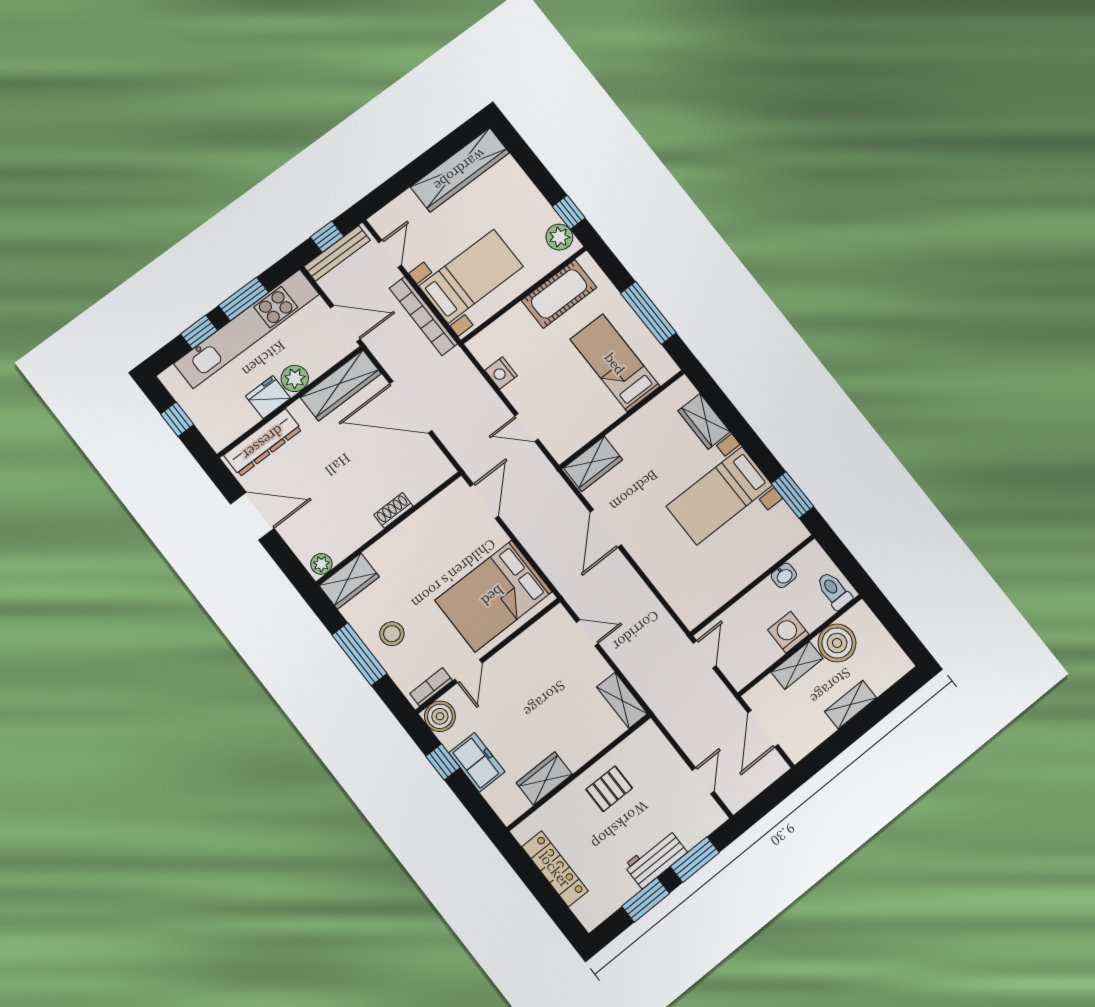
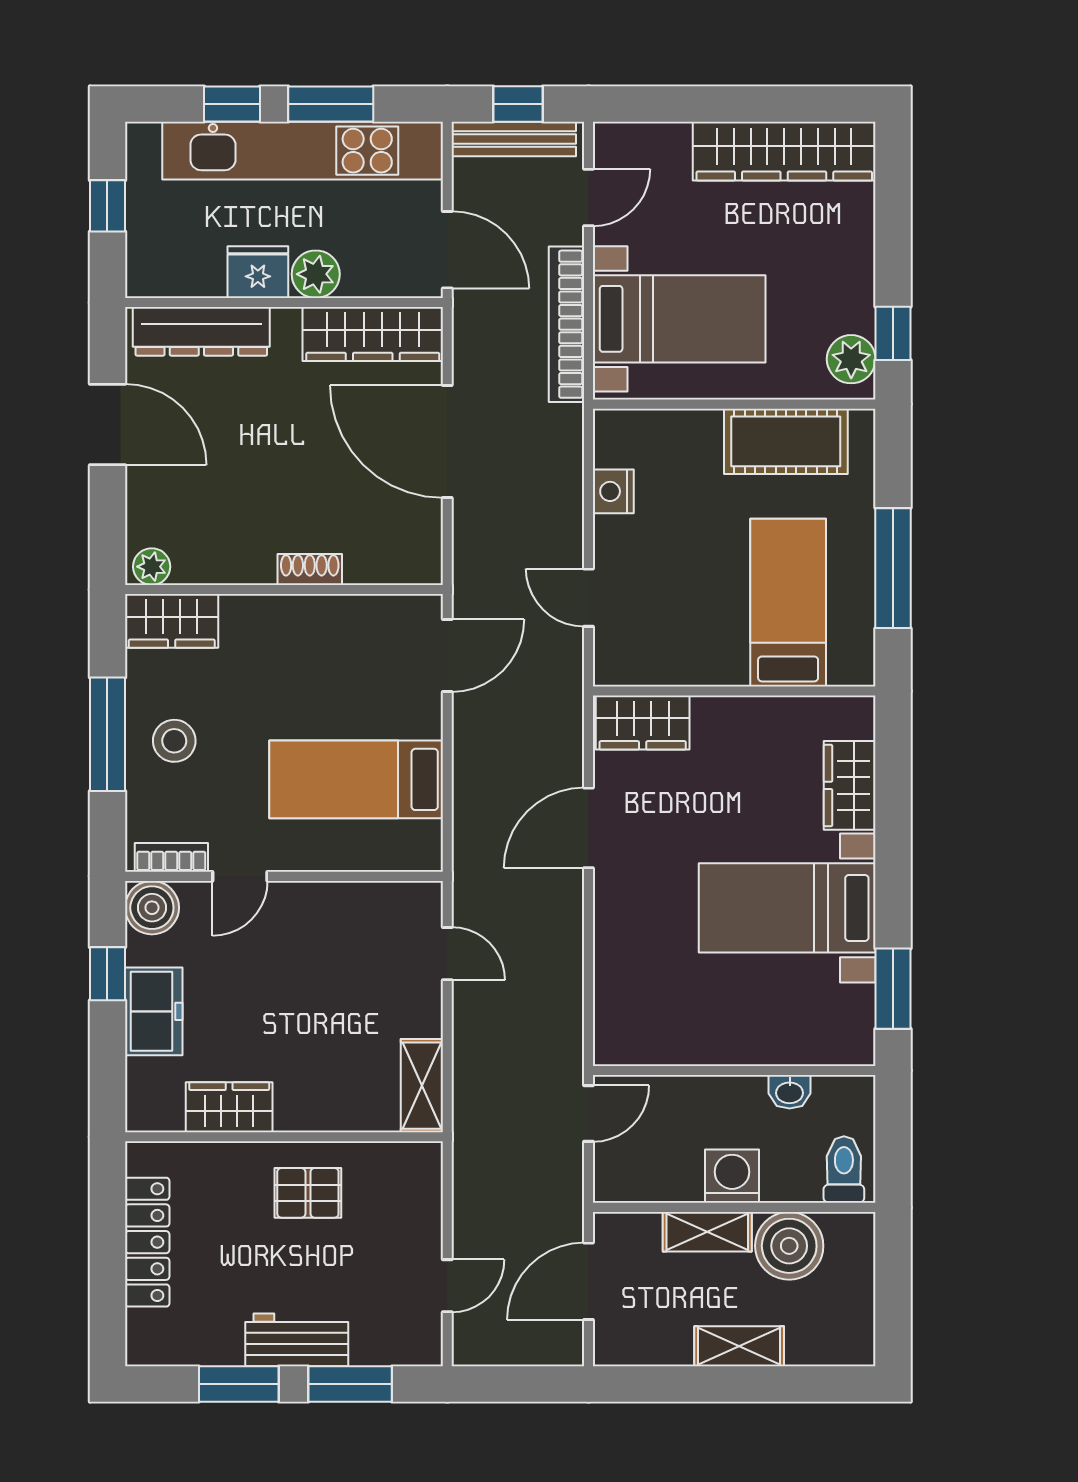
bed: (493, 596) -> (356, 779), width x0.67

